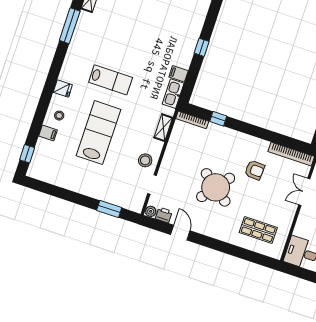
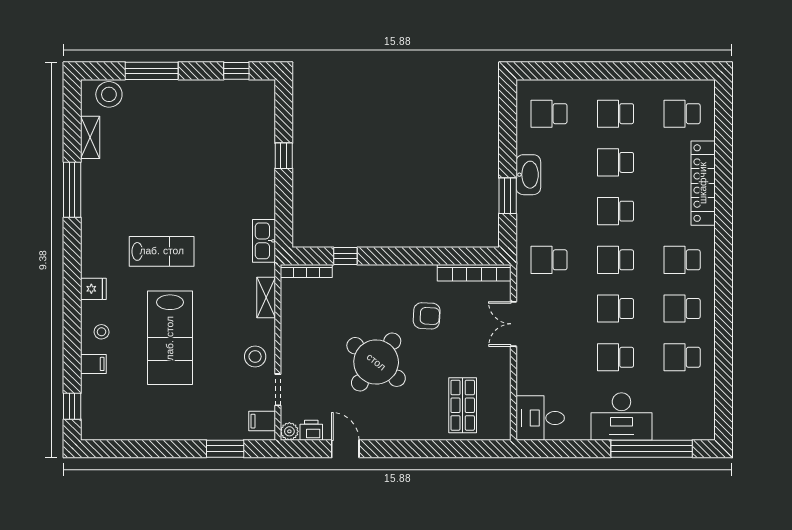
filing cabinet: (179, 74) -> (262, 421), moved
lab bench: (98, 133) -> (170, 338), turned 180
shop shelf: (258, 230) -> (463, 405), turned 90

